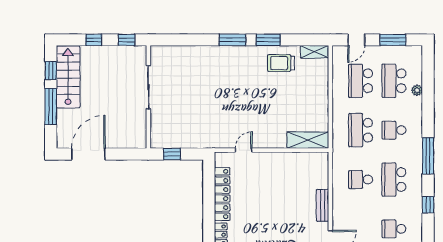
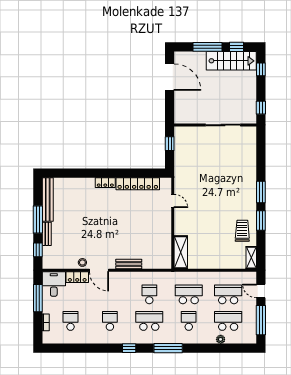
window: (94, 40) -> (261, 69), moved
window: (393, 40) -> (261, 320), width x1.44

